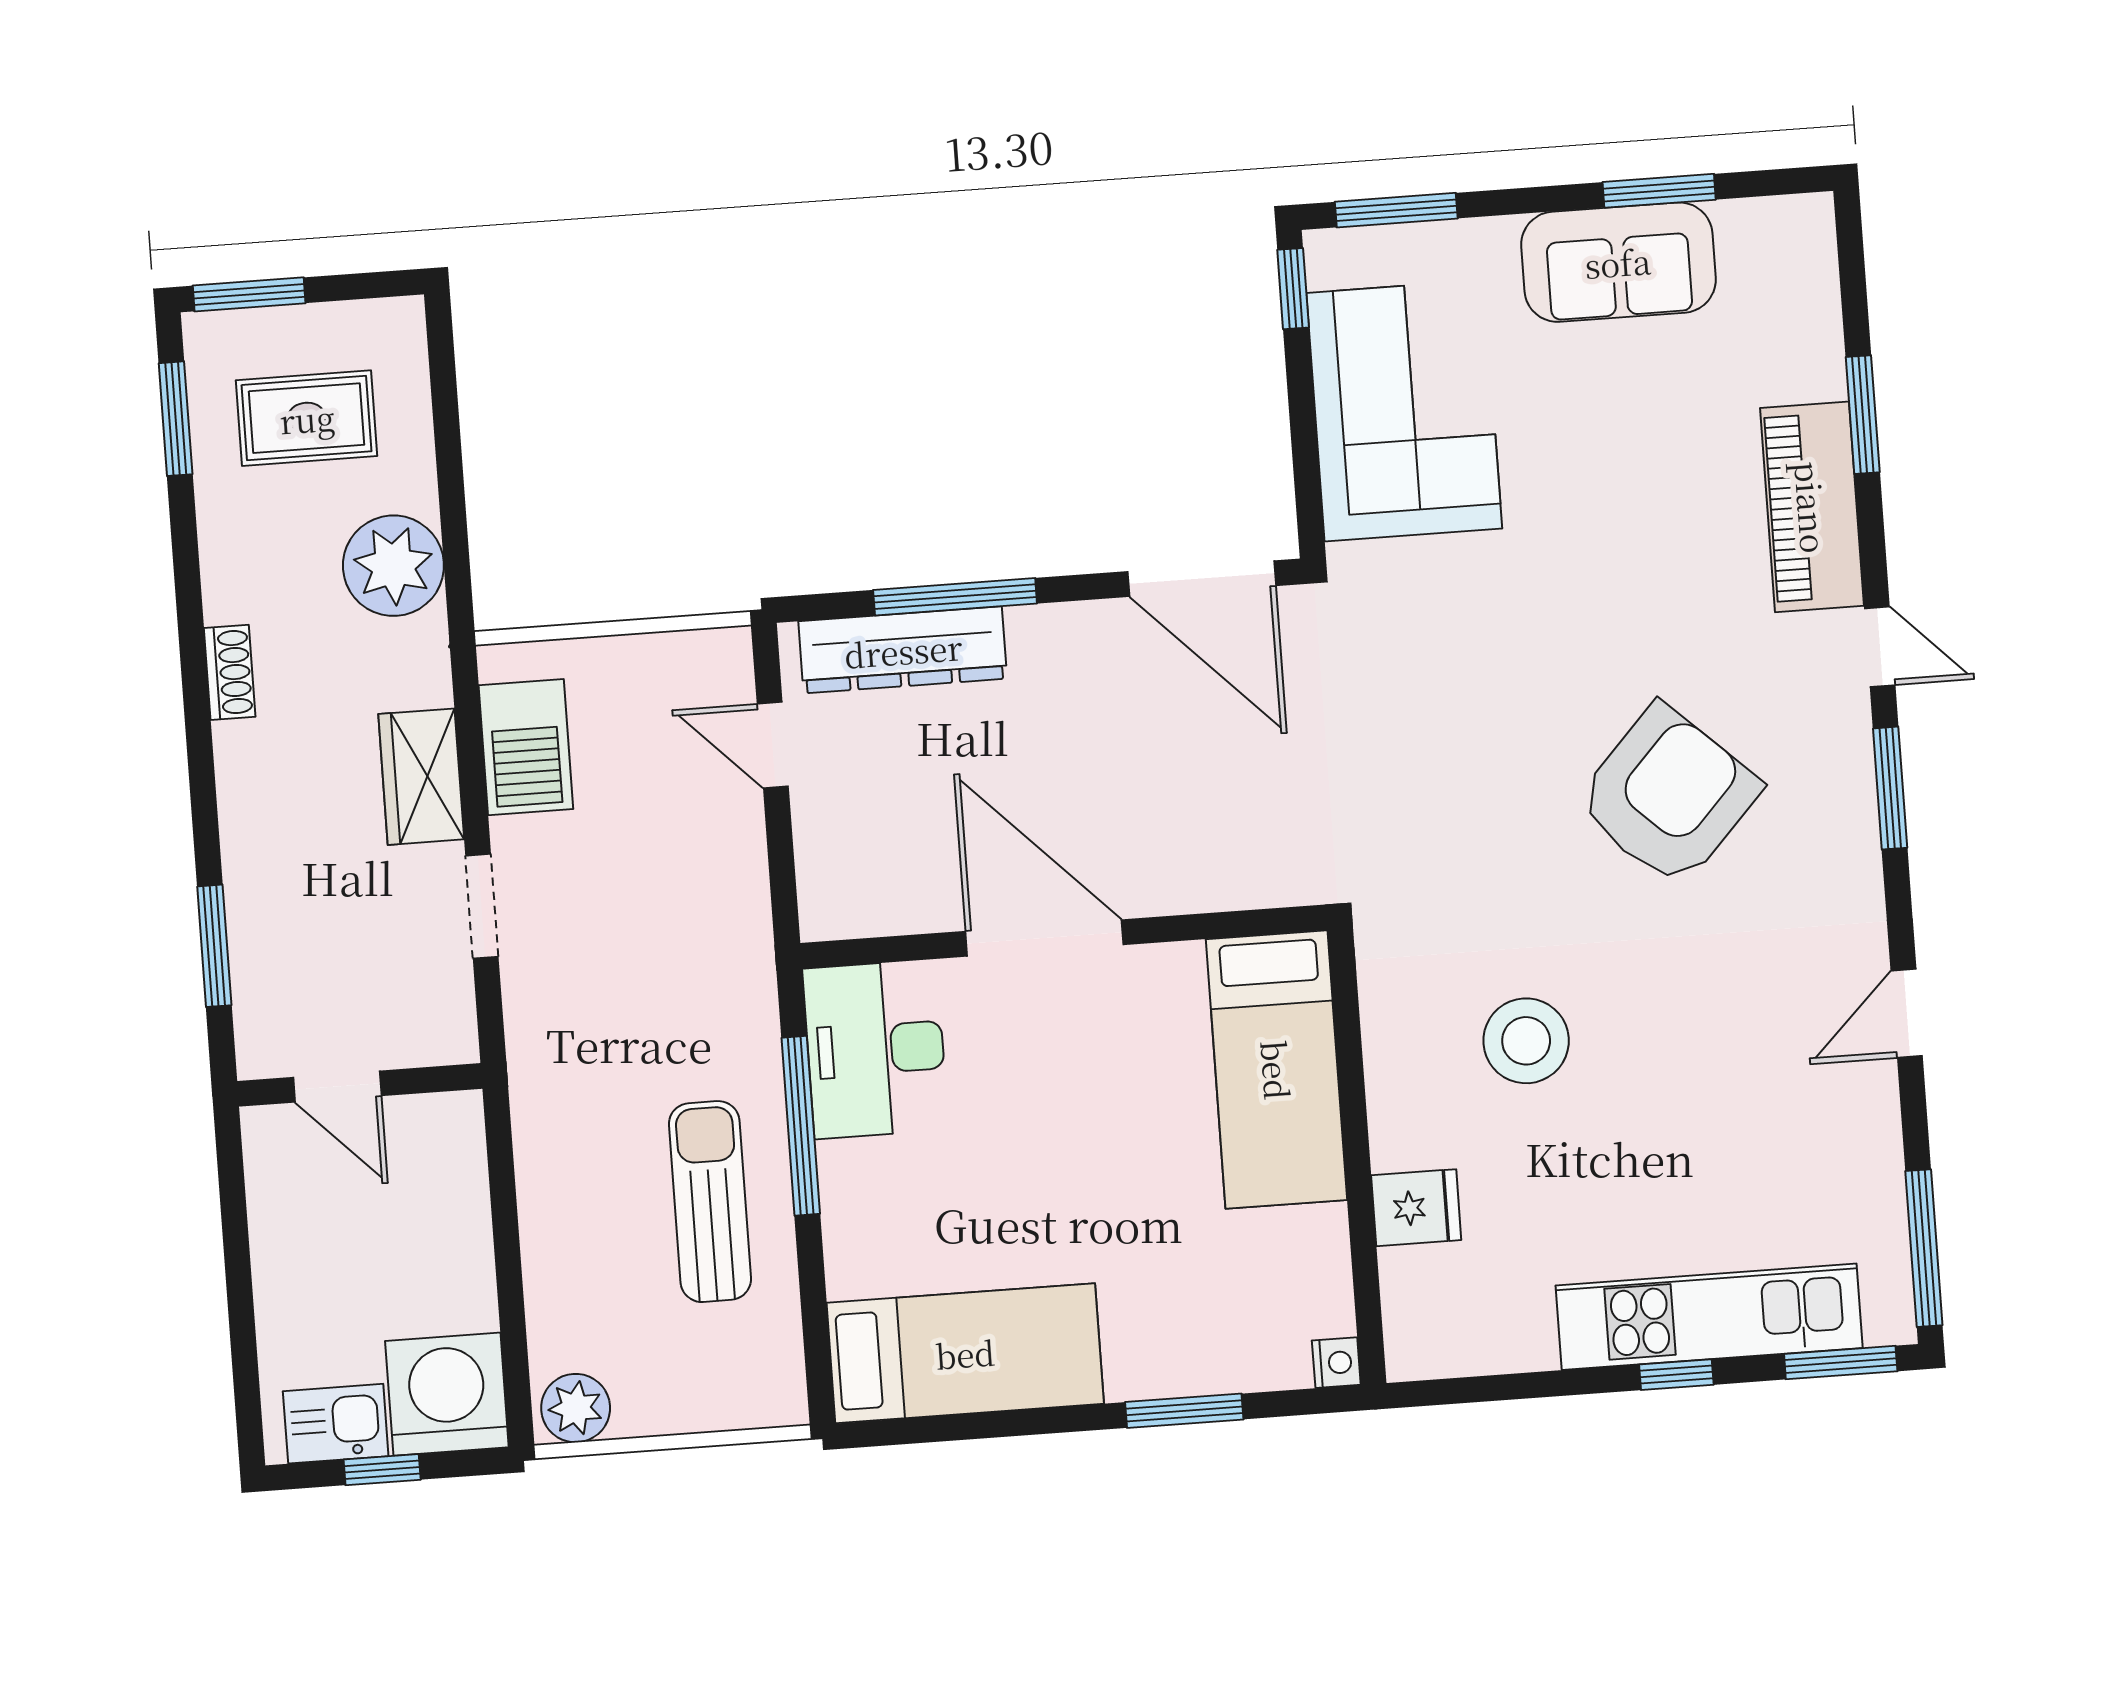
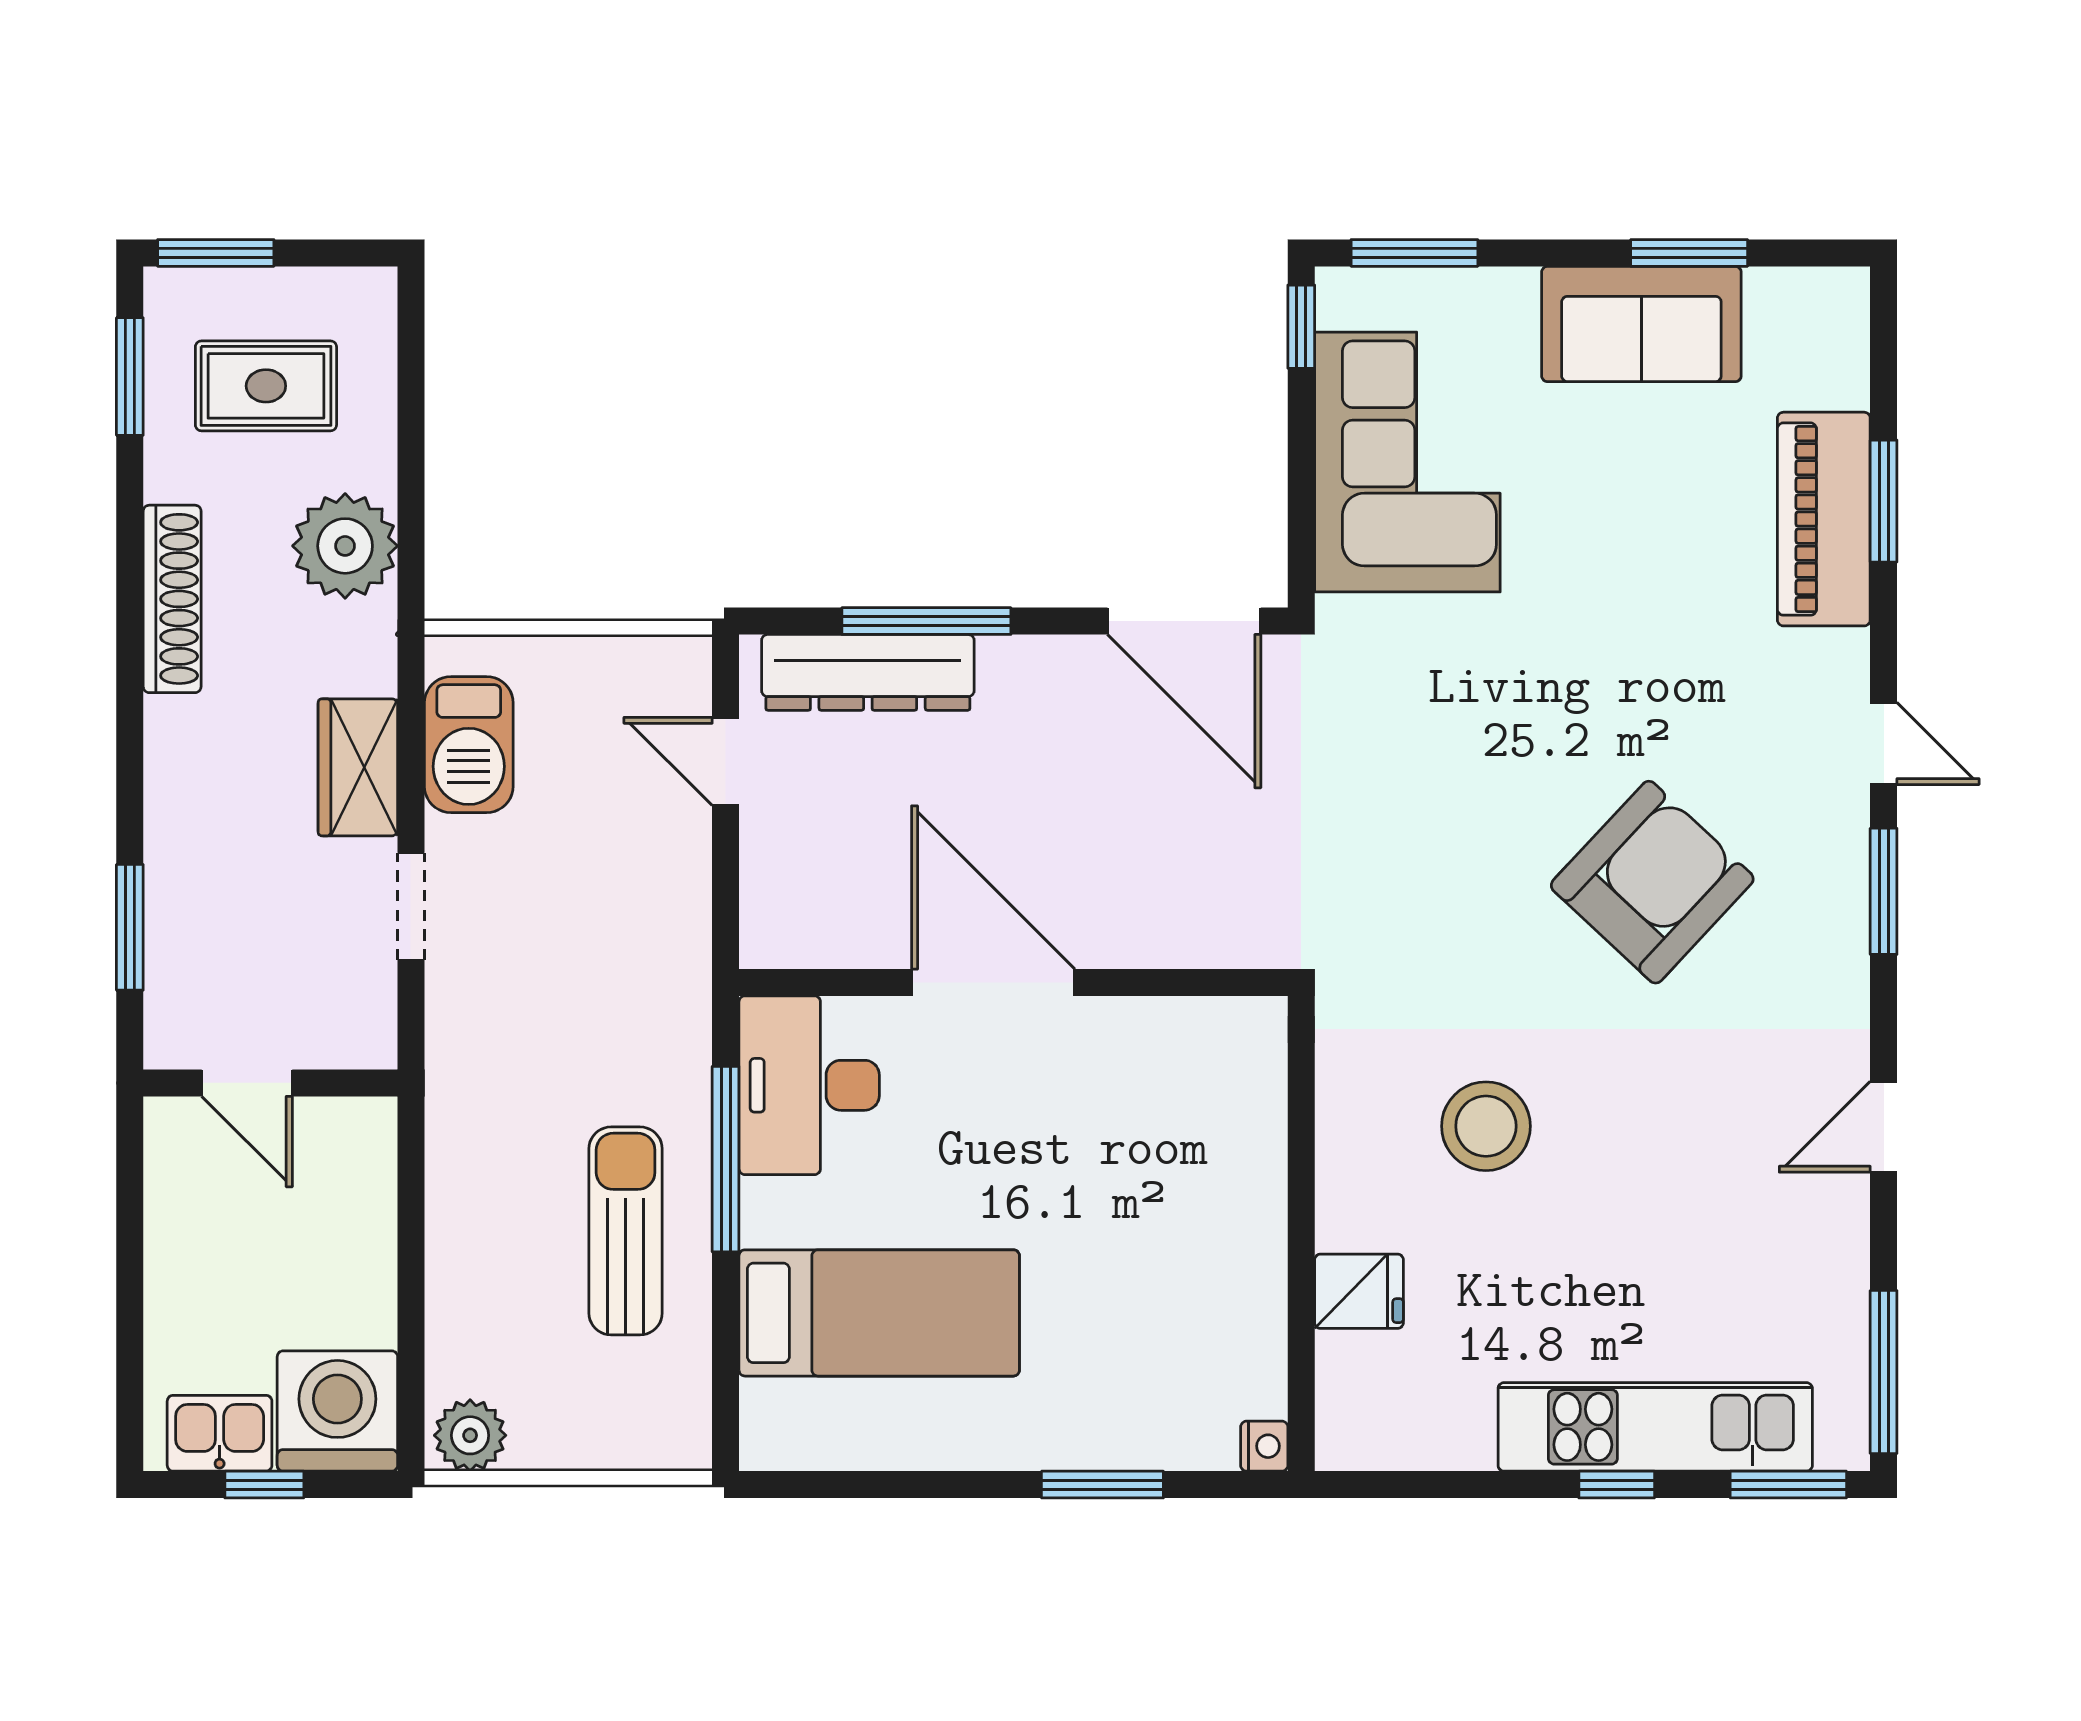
piano: (1812, 507) -> (1824, 519), moved
shoe rack: (230, 672) -> (172, 599), width x1.94, depth x1.24
bed: (1277, 1070) -> (1224, 1137), removed
bed: (965, 1353) -> (879, 1313), moved

